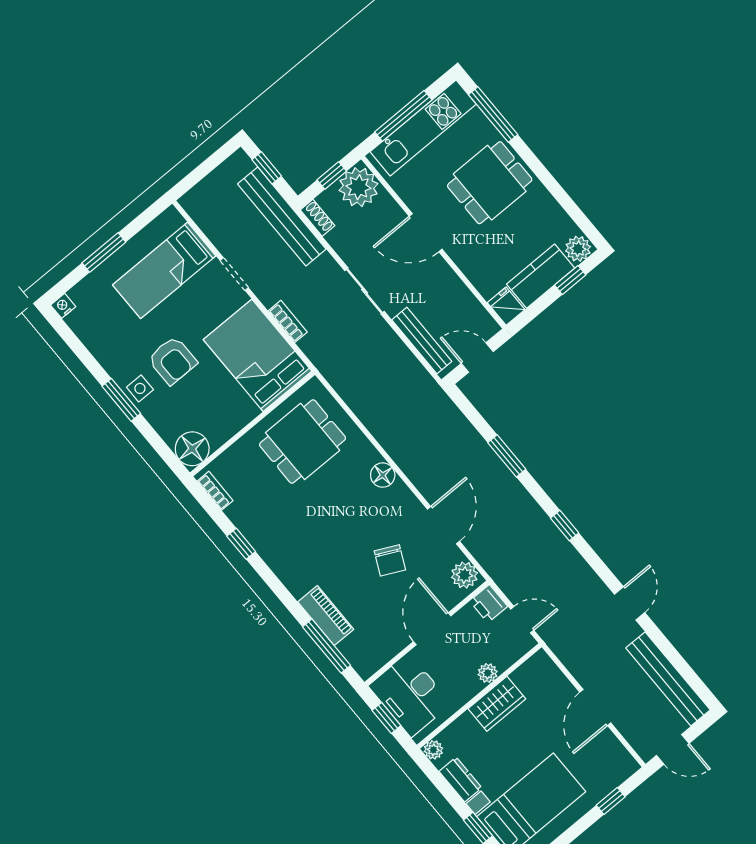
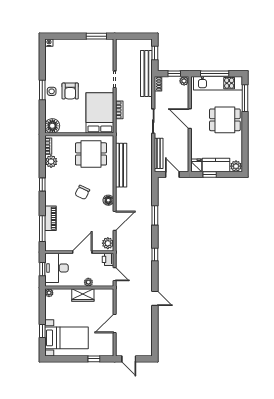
plant: (358, 187) -> (184, 81), width x0.53, depth x0.53
window: (104, 252) -> (96, 36), moved
bed: (164, 270) -> (92, 59), removed
window: (570, 280) -> (210, 174), moved
floor lamp: (383, 475) -> (108, 200), moved
plant: (243, 514) -> (51, 161), added
window: (241, 544) -> (42, 184), moved
chair: (390, 560) -> (82, 192), moved
door: (630, 603) -> (155, 298), hinge flipped
bench: (668, 679) -> (121, 165), moved
dresser: (460, 780) -> (50, 310), removed

